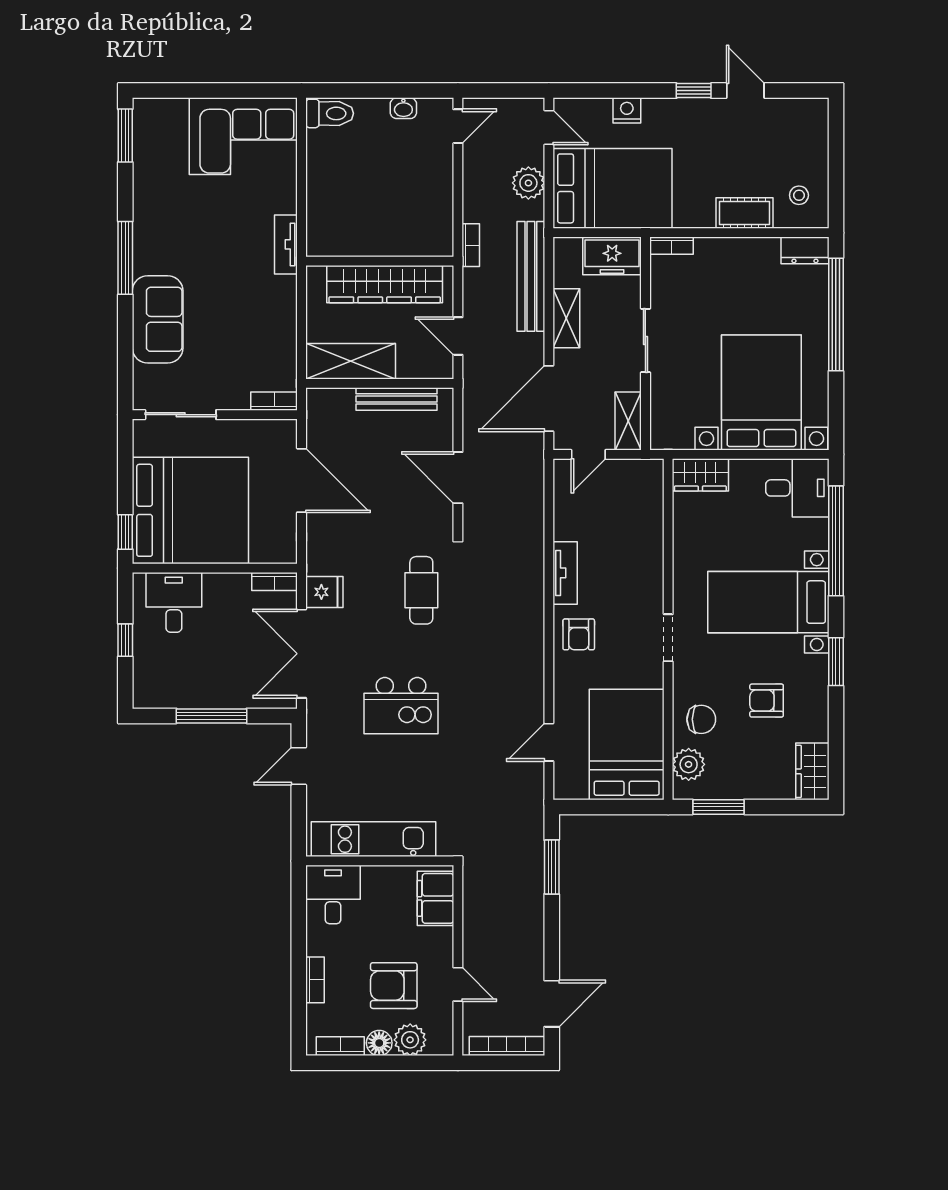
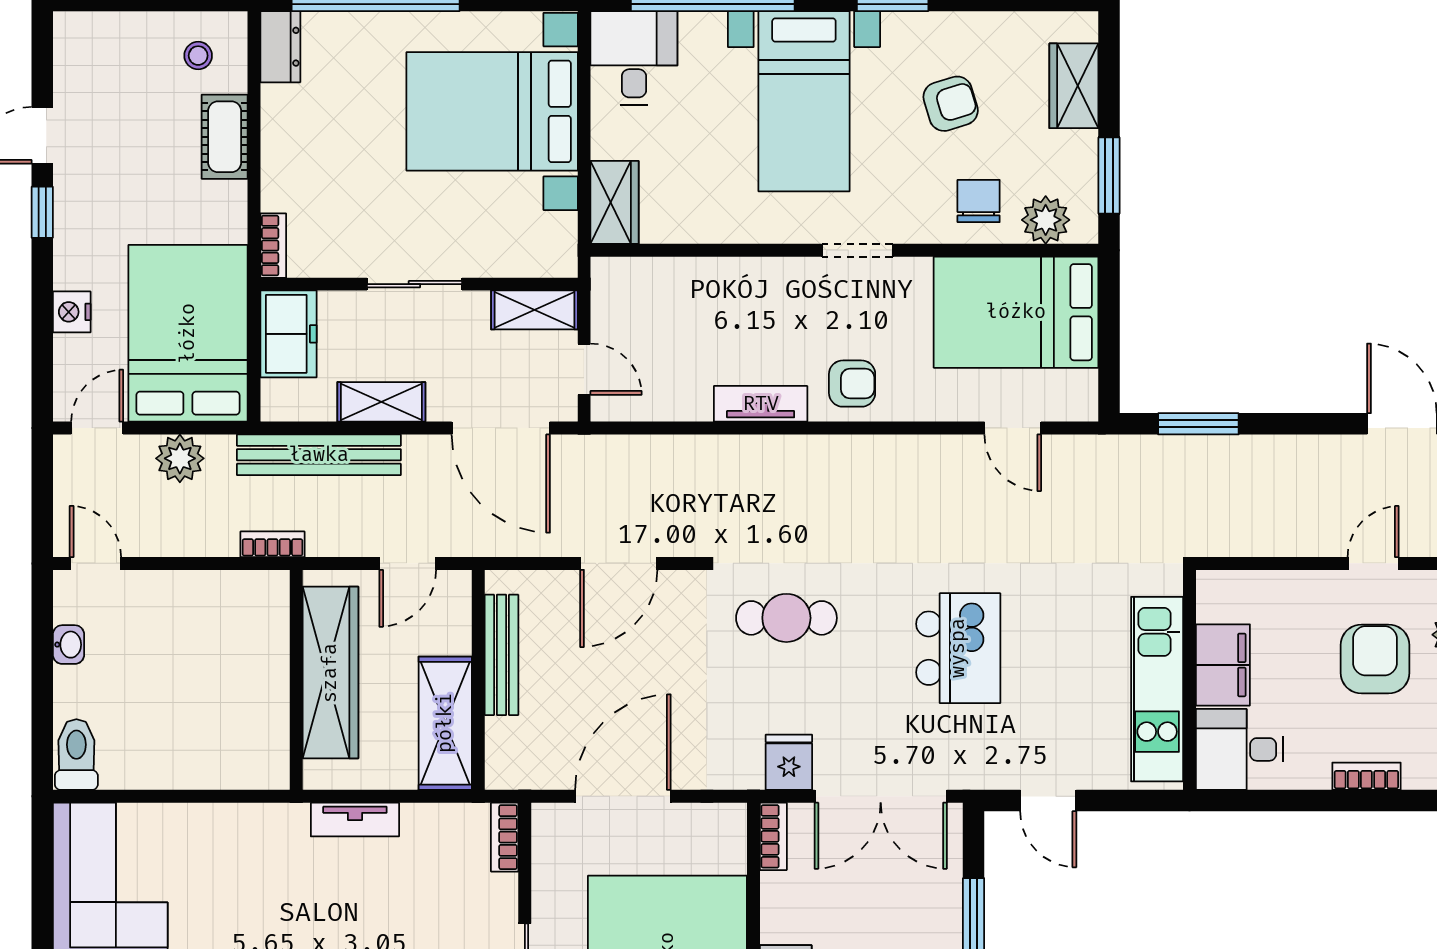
tv unit: (286, 244) -> (355, 820), moved
armchair: (767, 701) -> (951, 104), turned -107
wardrobe: (812, 771) -> (1074, 86), moved, turned 90
filing cabinet: (435, 898) -> (1223, 665), moved, turned -90
armchair: (394, 986) -> (1375, 659), turned 180

